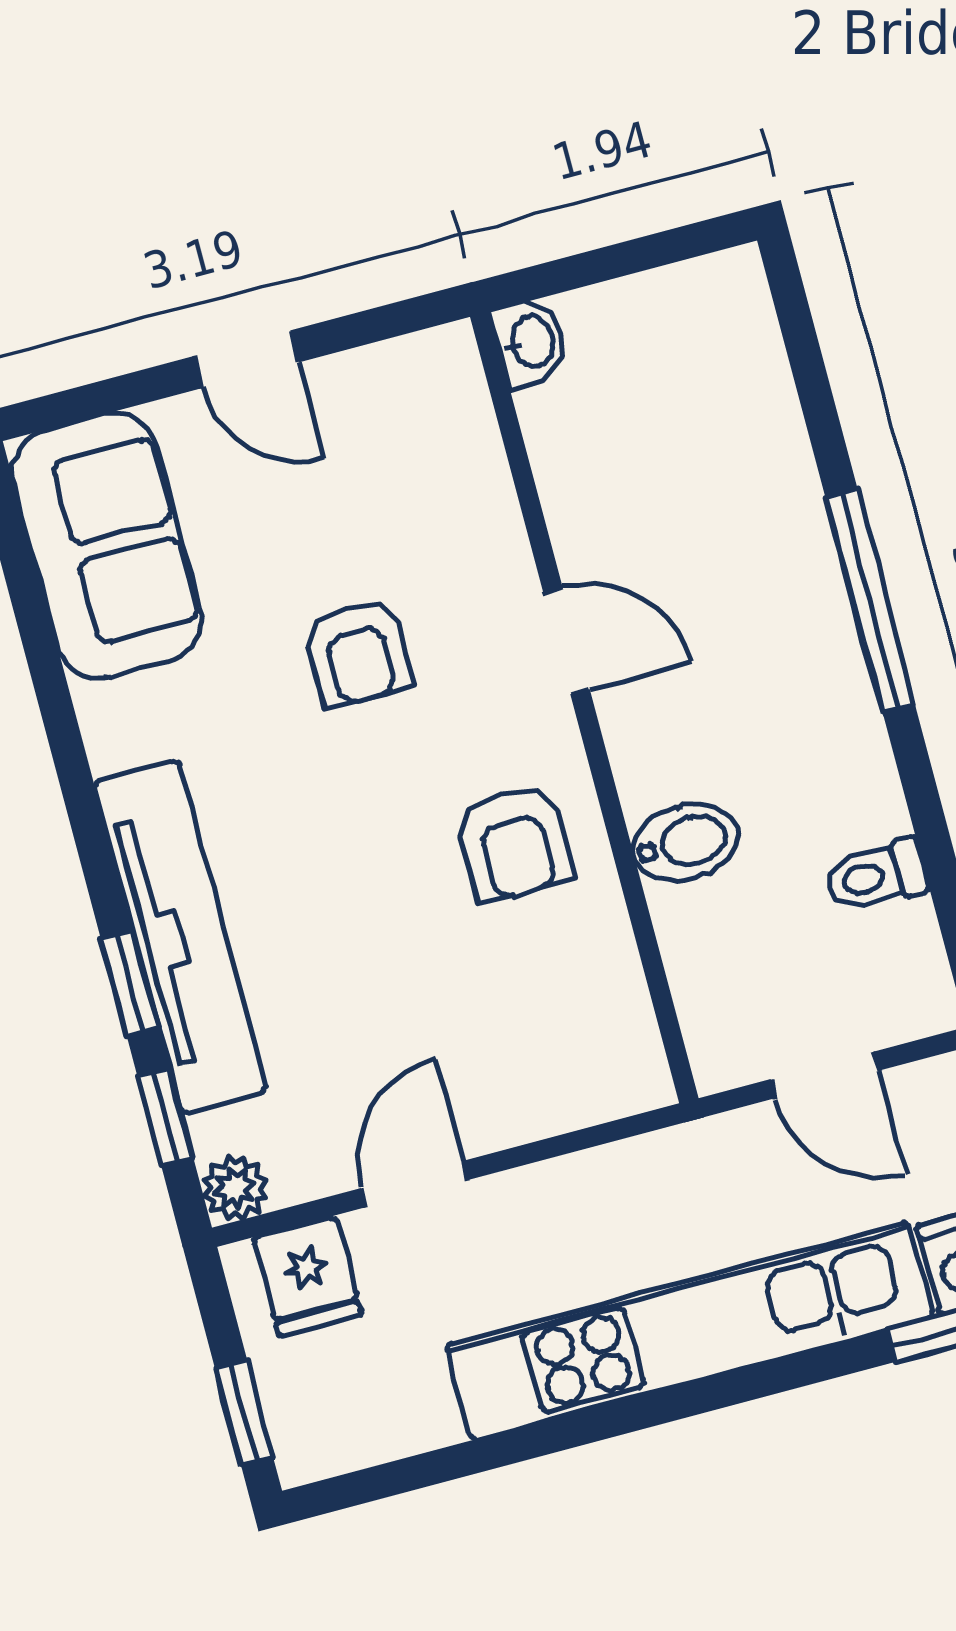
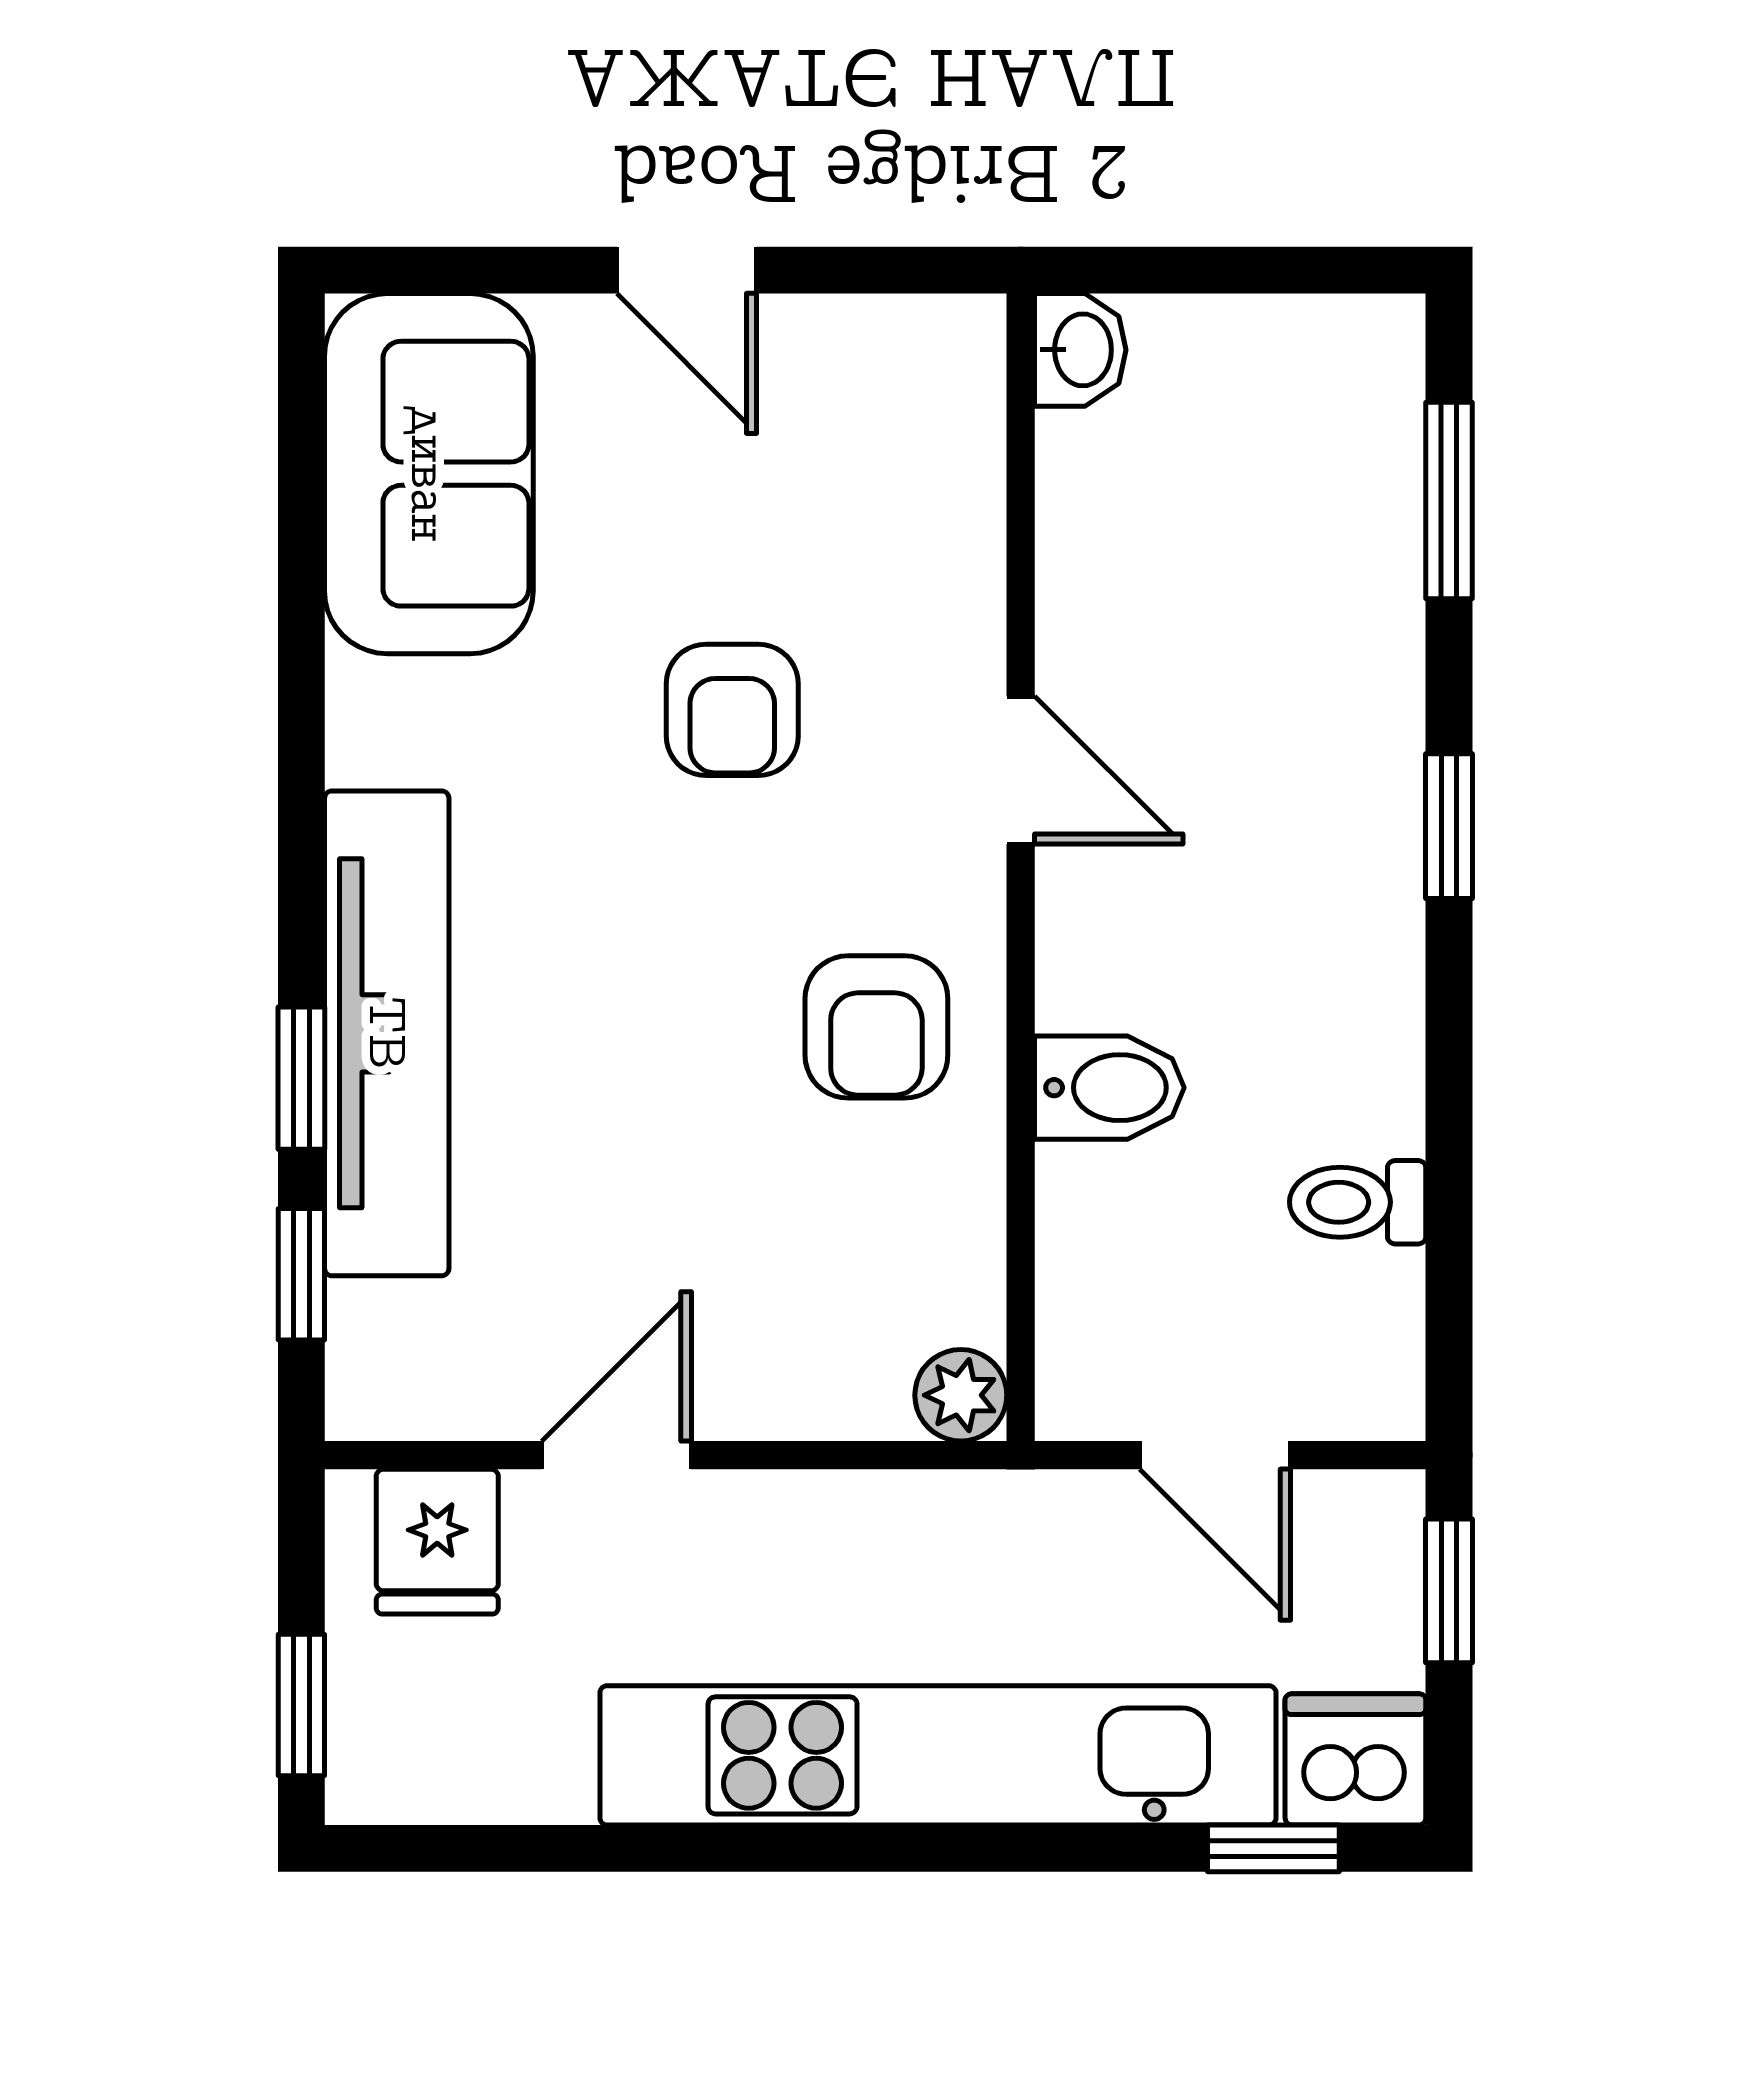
window: (811, 378) -> (1449, 500), added
window: (870, 601) -> (1449, 826), width x0.46
plant: (235, 1188) -> (961, 1395), moved

